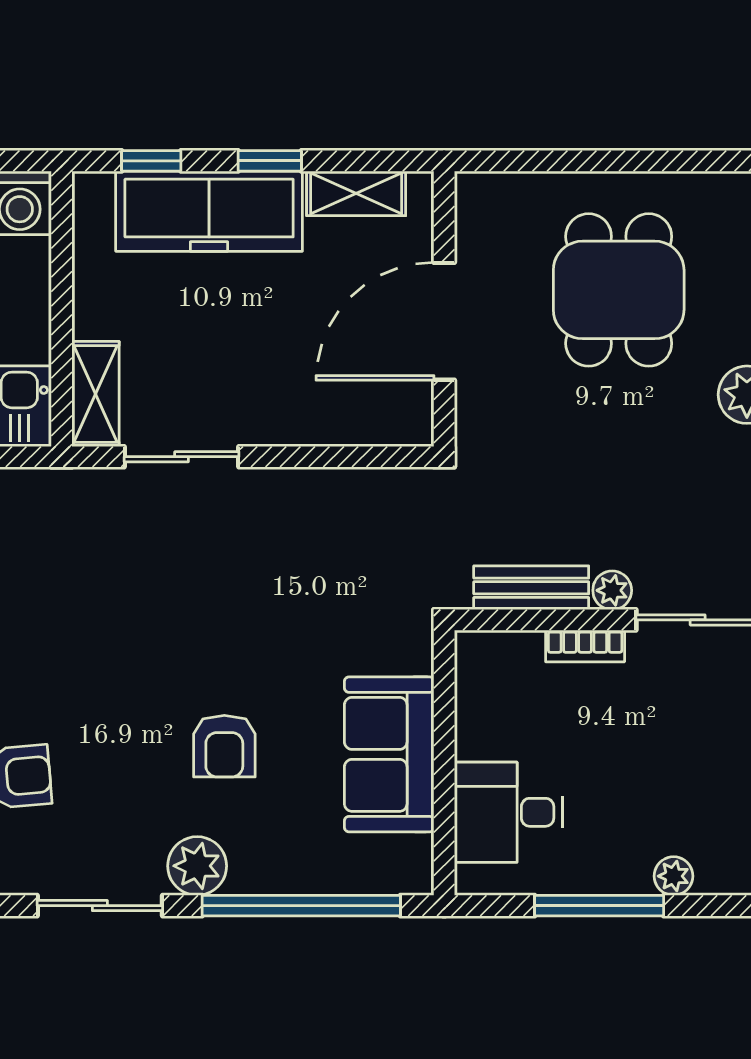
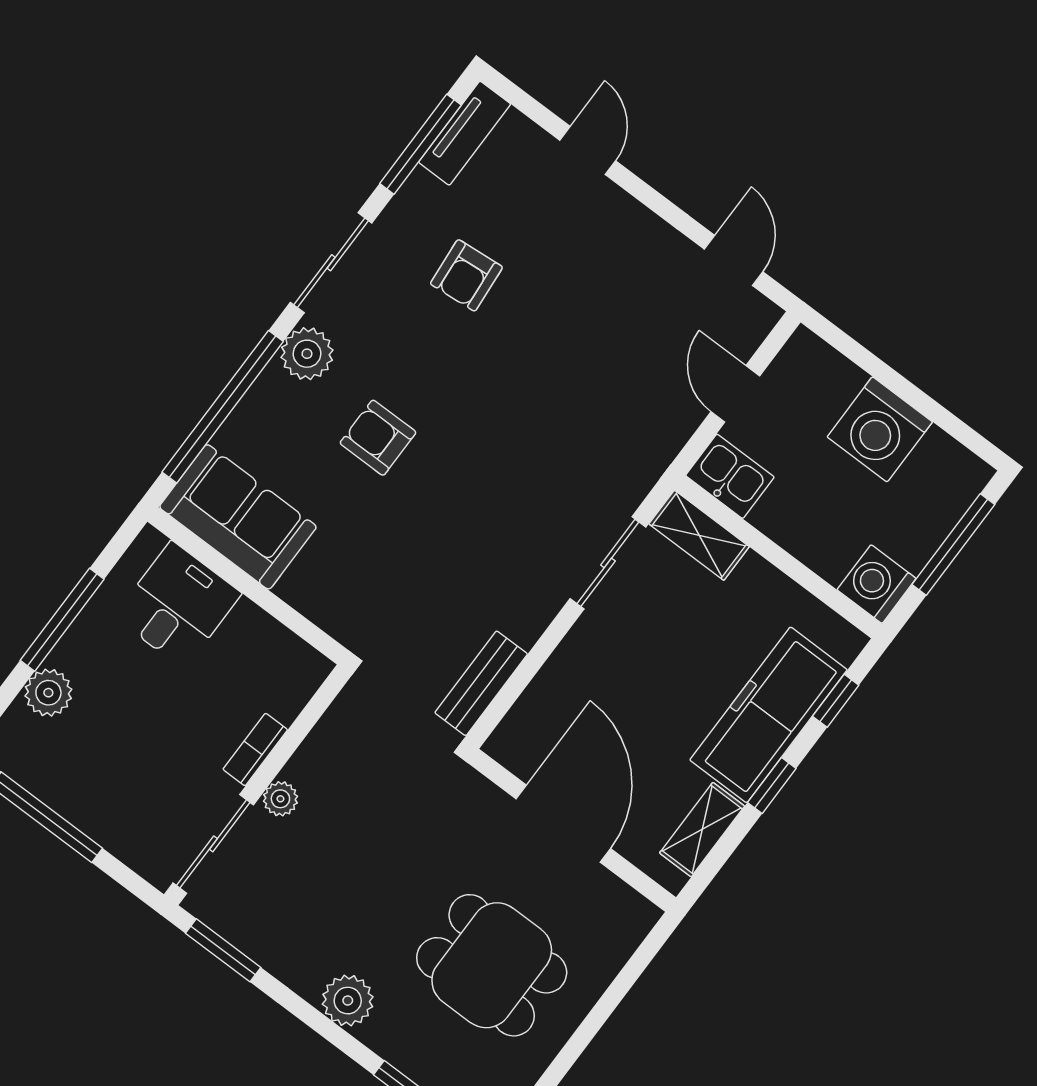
bench: (531, 588) -> (481, 683), moved
sofa: (389, 754) -> (238, 517), moved
plant: (674, 876) -> (48, 693), width x1.38, depth x1.38

